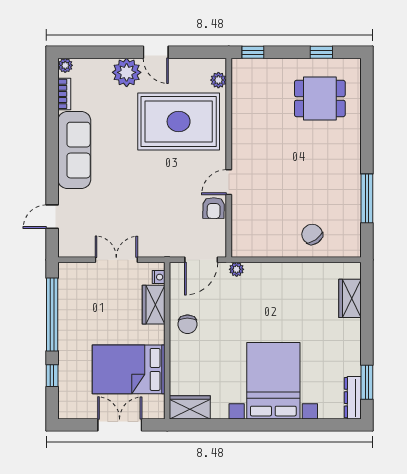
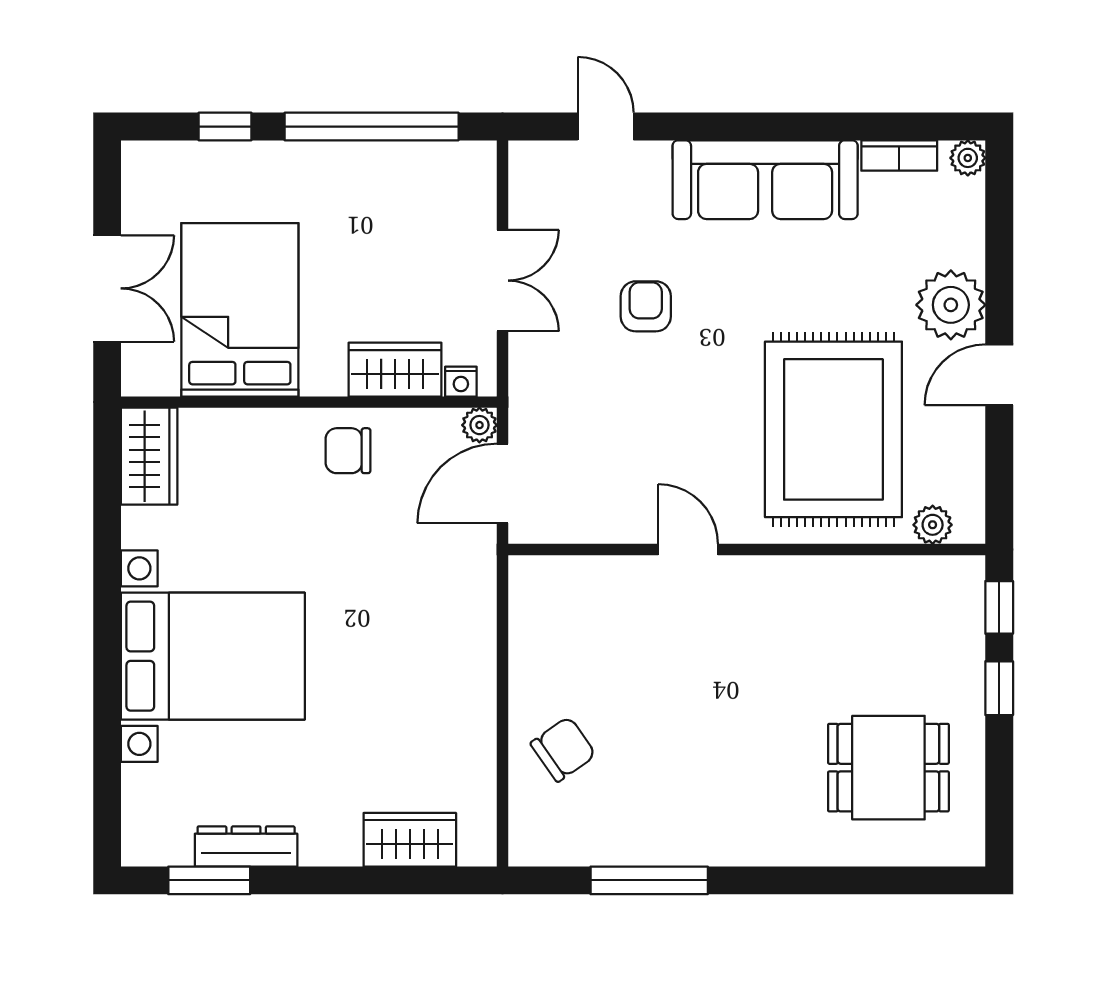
window: (321, 52) -> (999, 688), moved
dining table: (320, 98) -> (888, 768), turned 90
armchair: (214, 208) -> (646, 306), moved, turned 89
door: (201, 260) -> (502, 483), hinge flipped
plant: (237, 269) -> (479, 425), moved
dresser: (353, 398) -> (246, 846), moved

